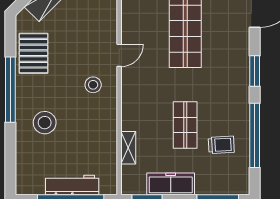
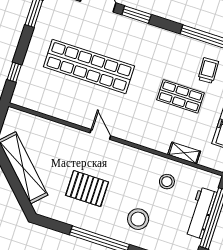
pallet: (33, 53) -> (87, 189), moved
window: (255, 71) -> (137, 15), moved
stool: (93, 85) -> (167, 182), moved

